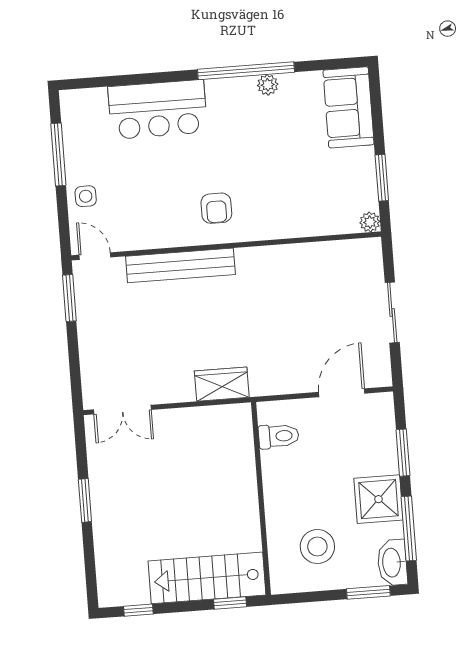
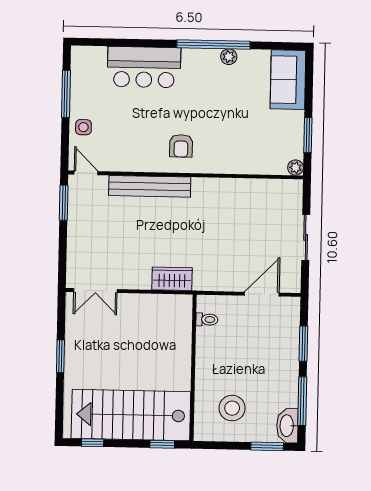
toilet: (279, 436) -> (207, 320), width x0.73, depth x0.72
shower: (378, 499) -> (282, 377), removed
stairs: (207, 578) -> (131, 415), width x1.36, depth x1.51

